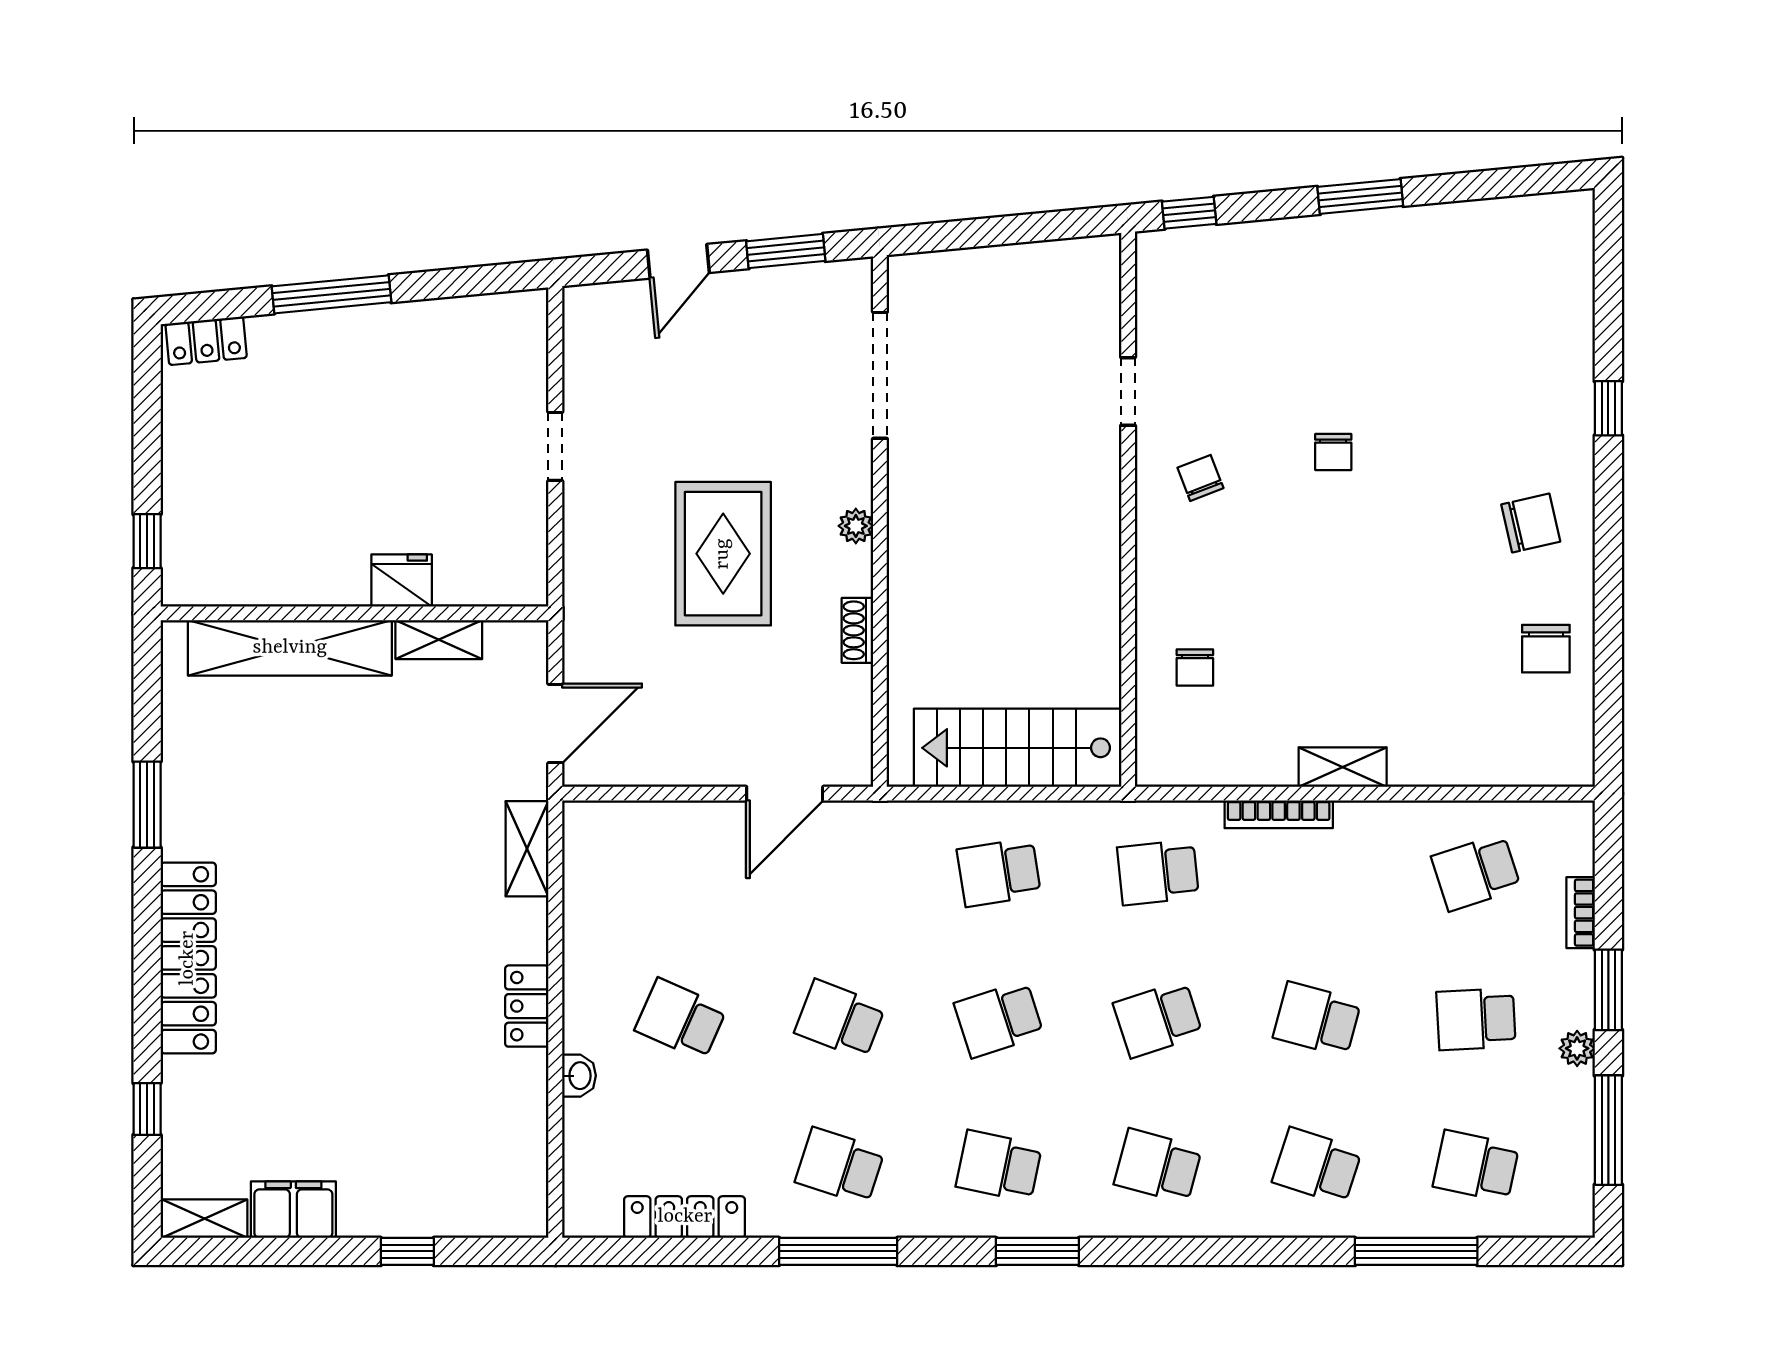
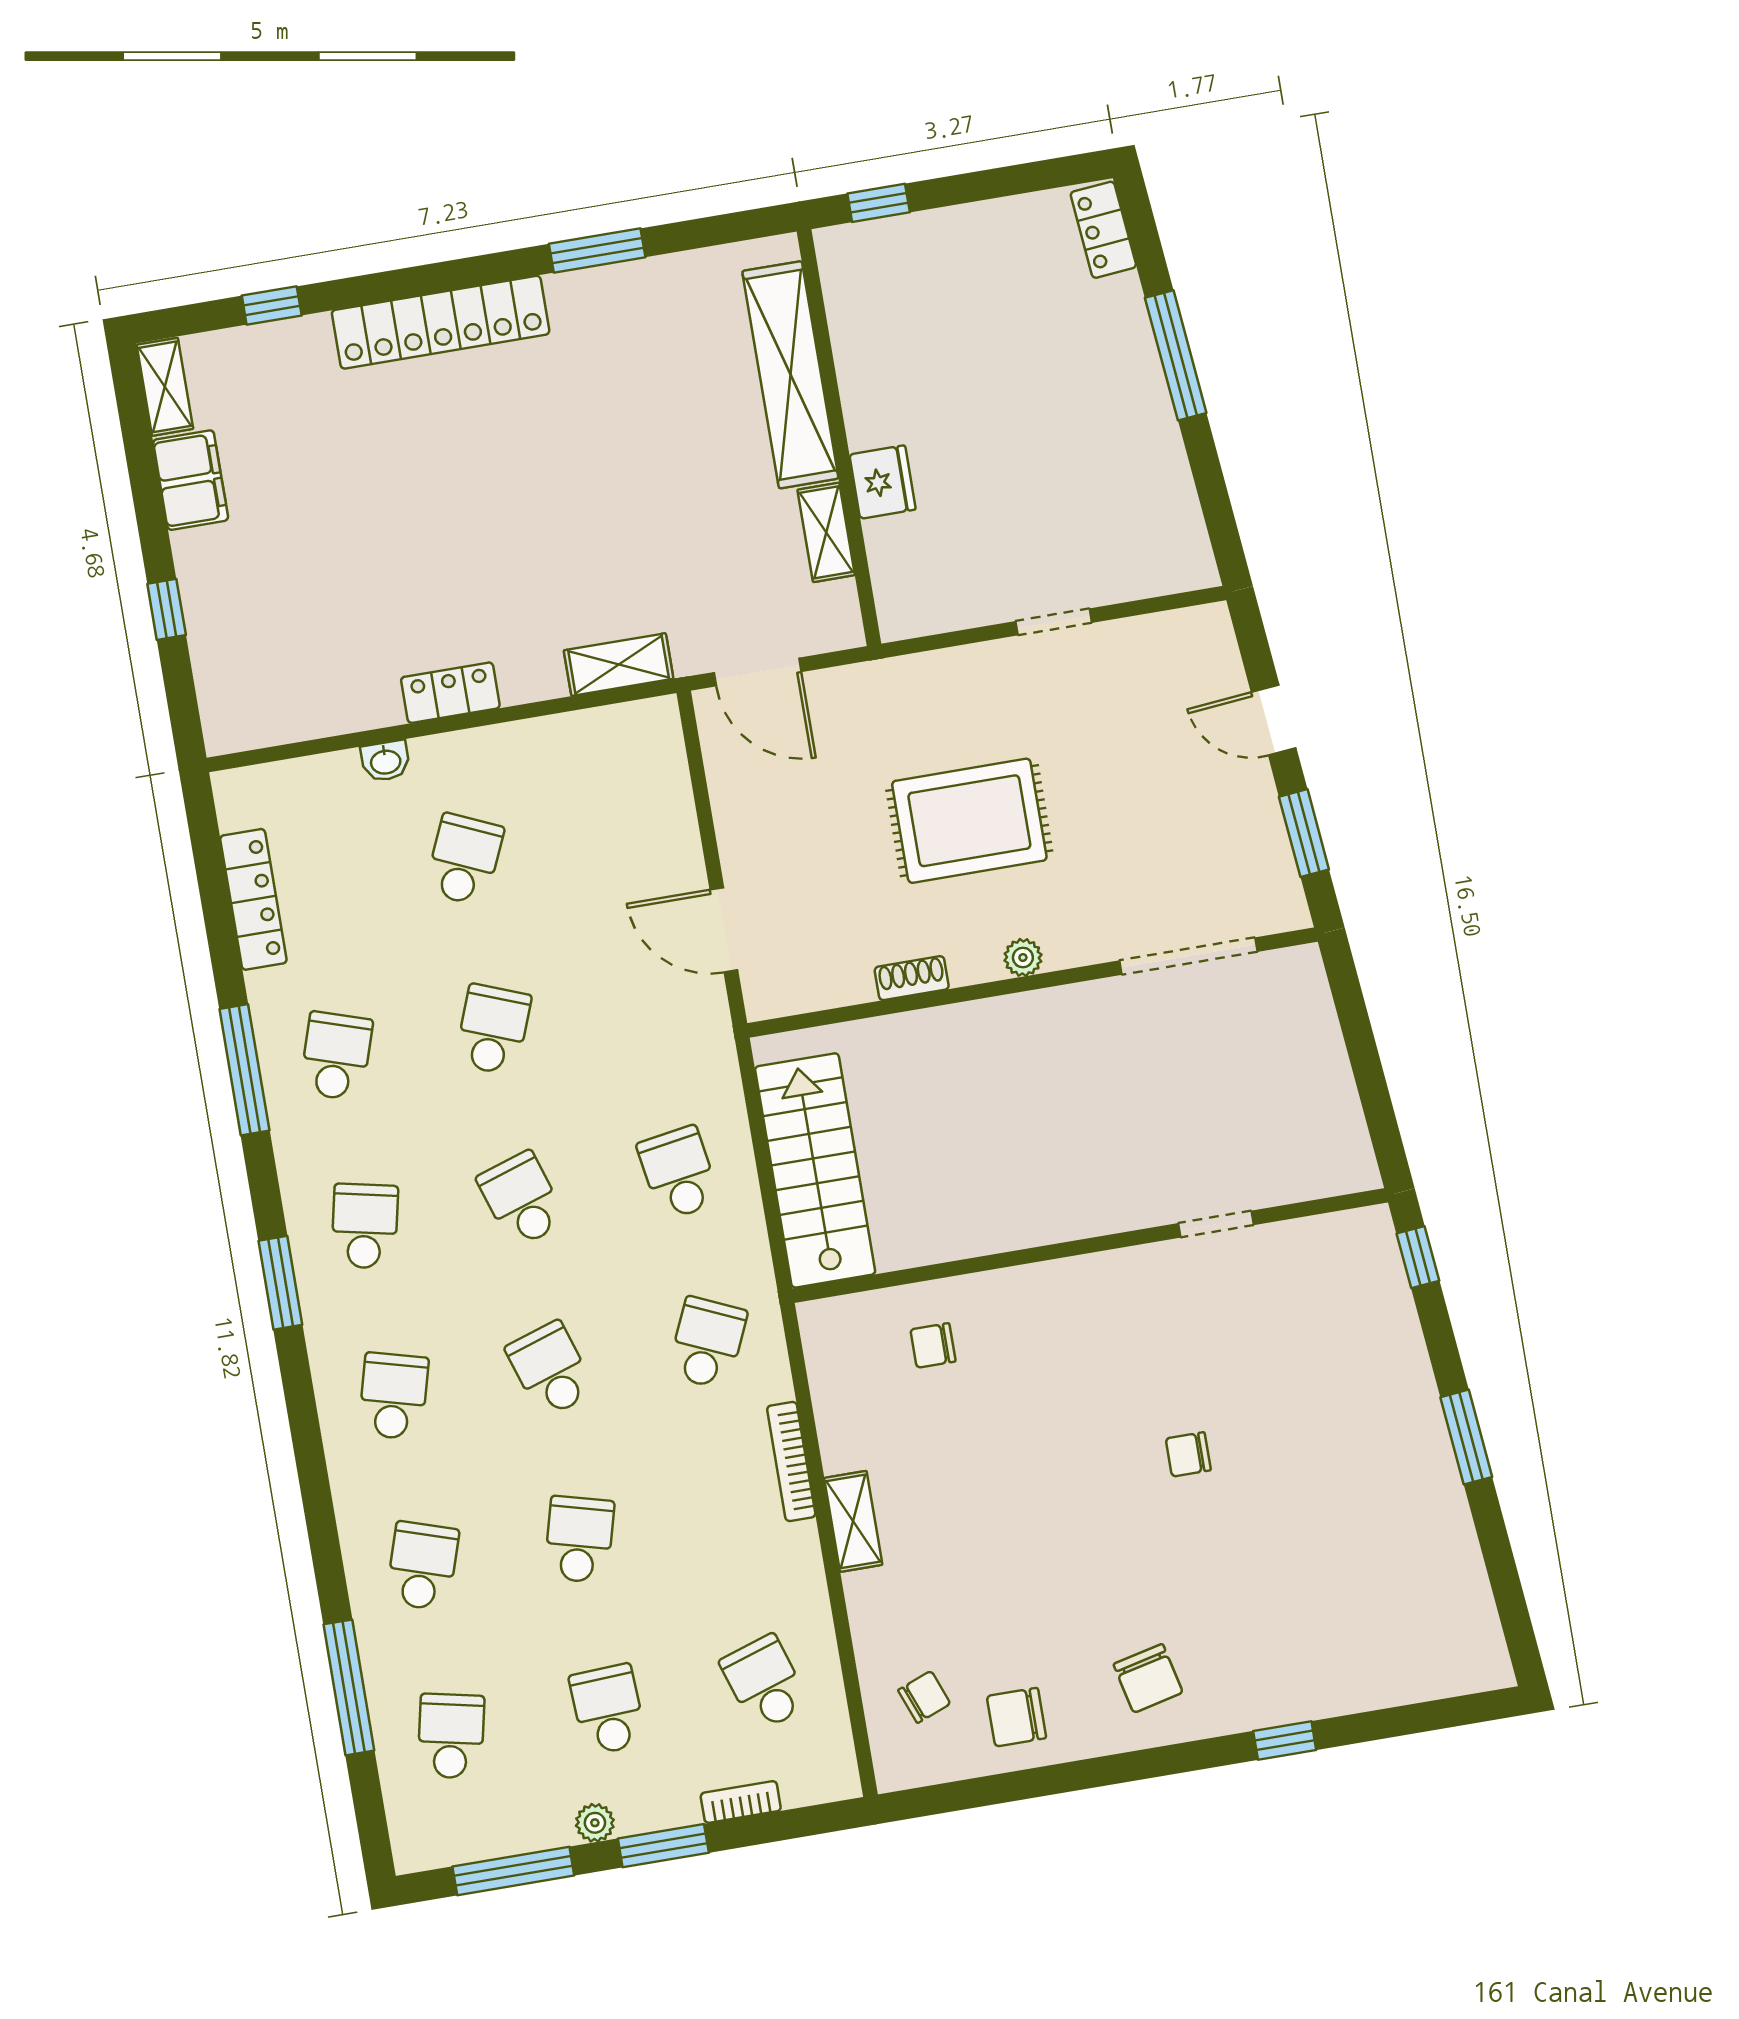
chair: (1200, 478) -> (924, 1697), moved
school desk: (1158, 872) -> (707, 1343), turned 30

